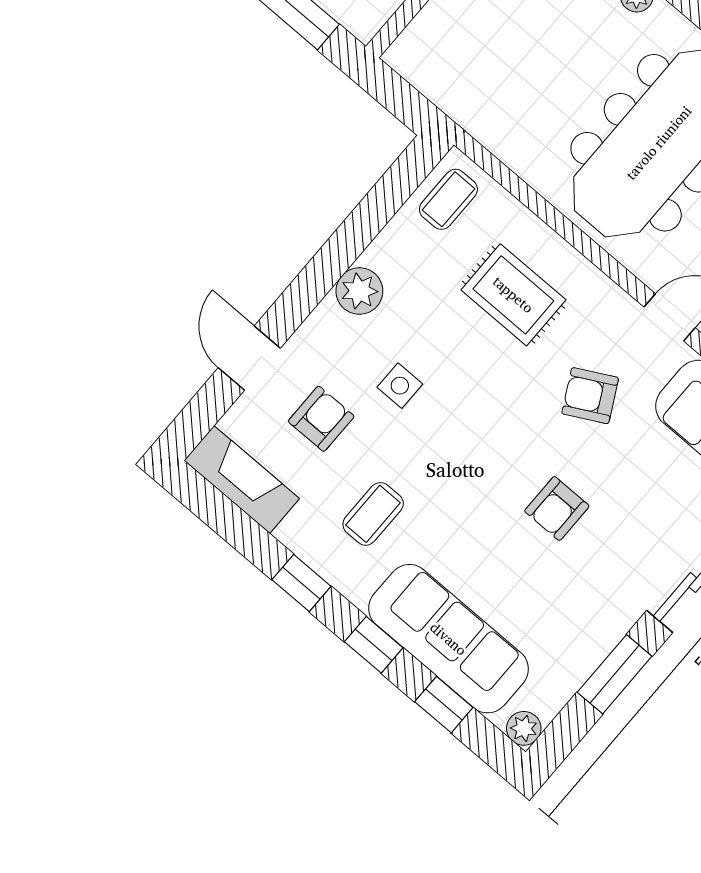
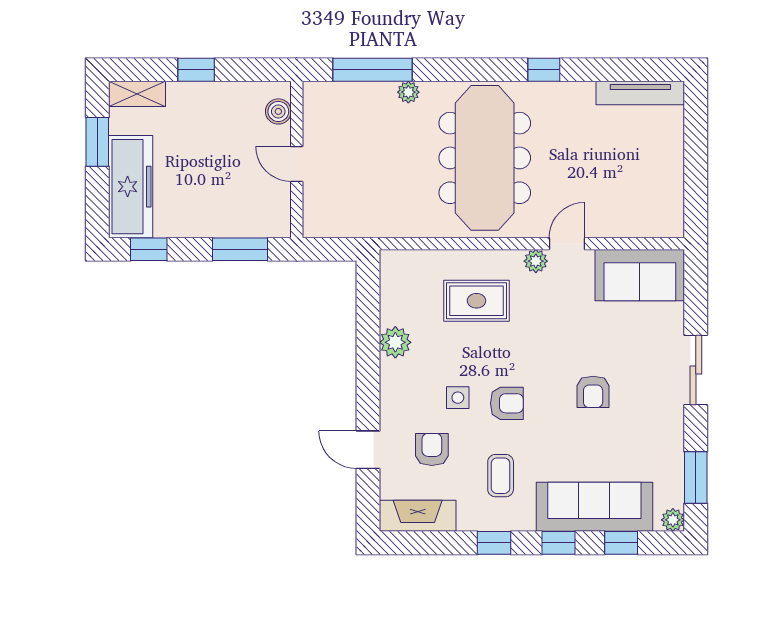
coffee table: (448, 199) -> (401, 280), removed
plant: (359, 291) -> (395, 342), moved
plant: (618, 307) -> (536, 261), added
armchair: (590, 396) -> (507, 403), moved, turned -152
window: (615, 674) -> (696, 478), moved

